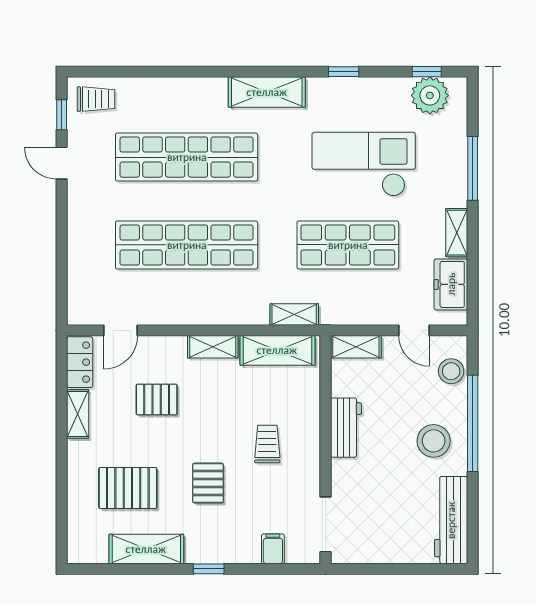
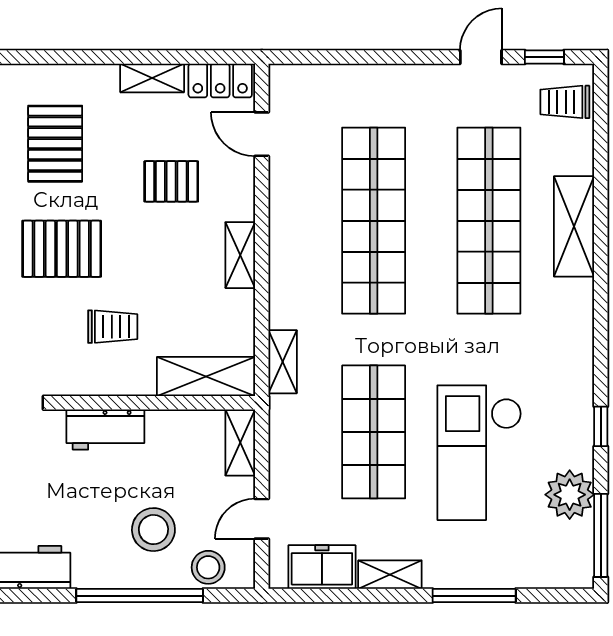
window: (427, 72) -> (601, 535), width x2.17
shelving: (267, 92) -> (574, 226), moved
plant: (430, 95) -> (570, 495), moved
trolley: (96, 99) -> (565, 102), turned 90
checkout: (364, 164) -> (479, 453), turned 180
shelving: (277, 350) -> (206, 376), moved, turned 90
pallet: (157, 399) -> (171, 181), turned 90
workbench: (346, 428) -> (105, 430), moved
stool: (434, 441) -> (153, 530), moved
pallet: (208, 483) -> (62, 249), width x1.50, depth x1.42

